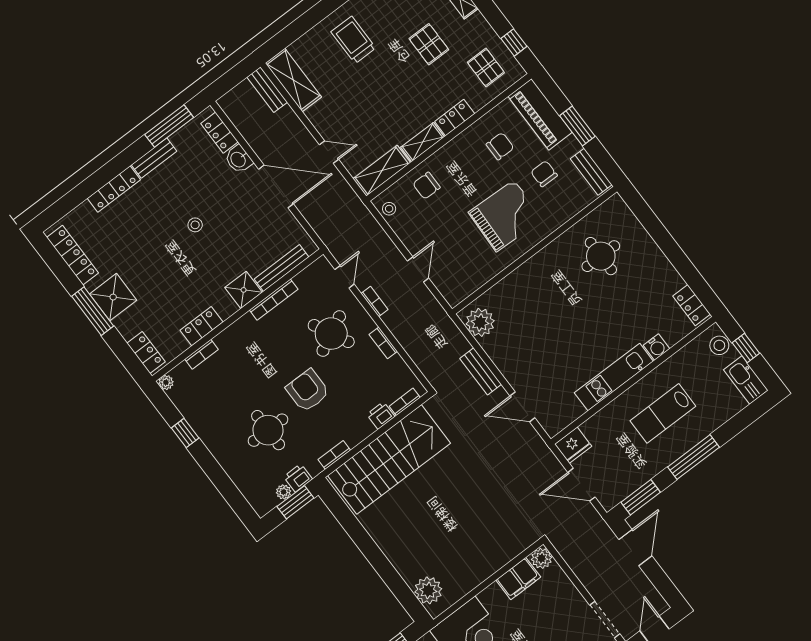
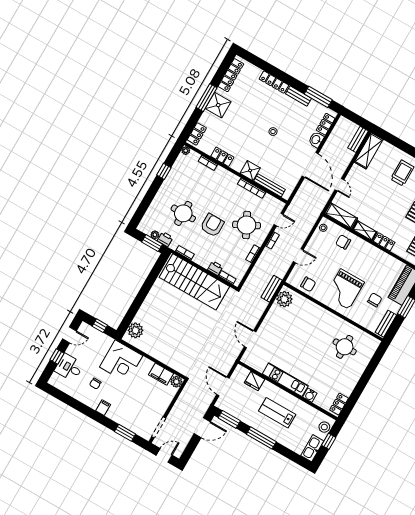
chair: (500, 146) -> (308, 284), moved
grand piano: (505, 216) -> (345, 289), turned 88
bench: (481, 371) -> (272, 289), moved
fridge: (573, 445) -> (255, 381), moved

